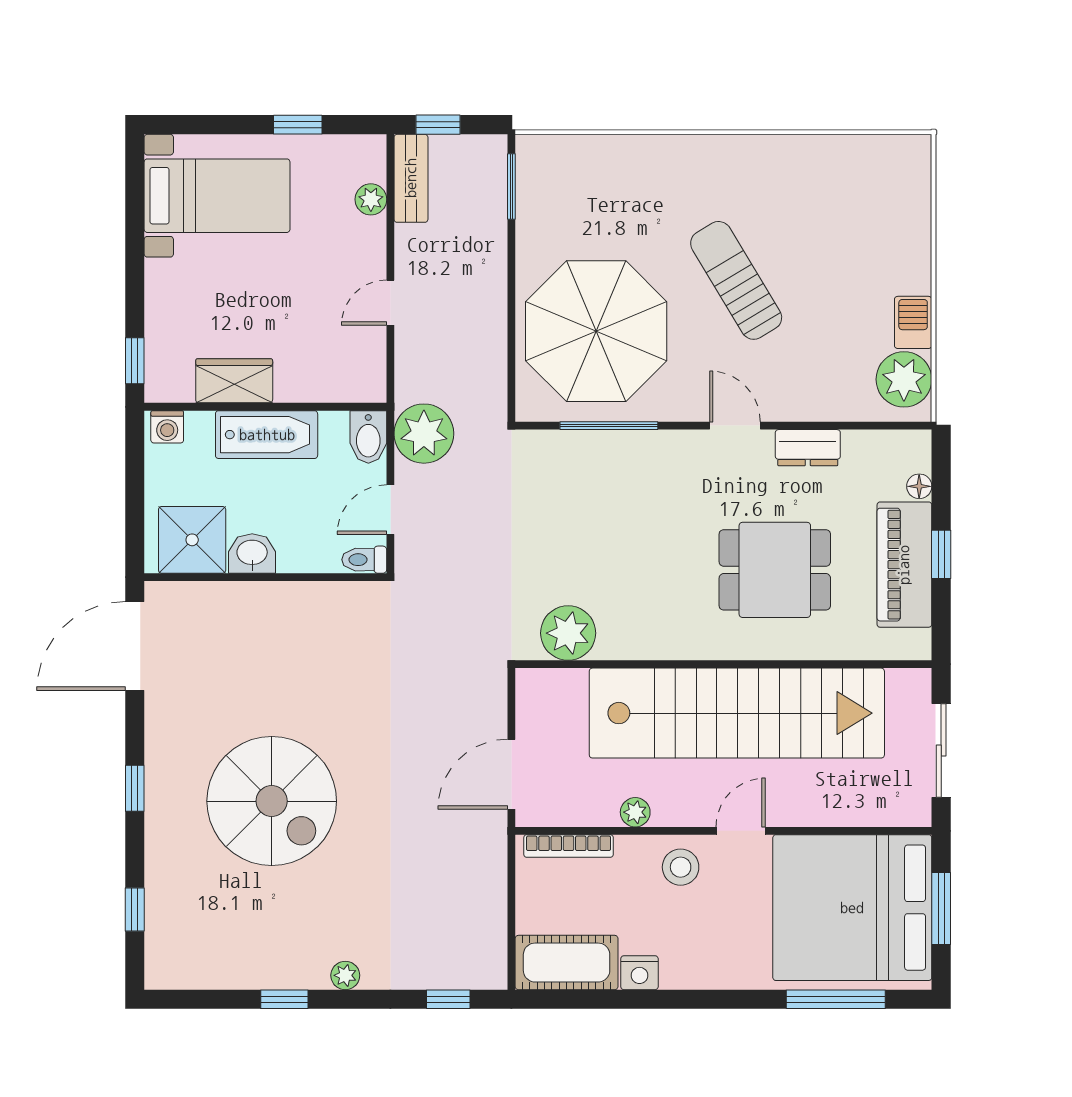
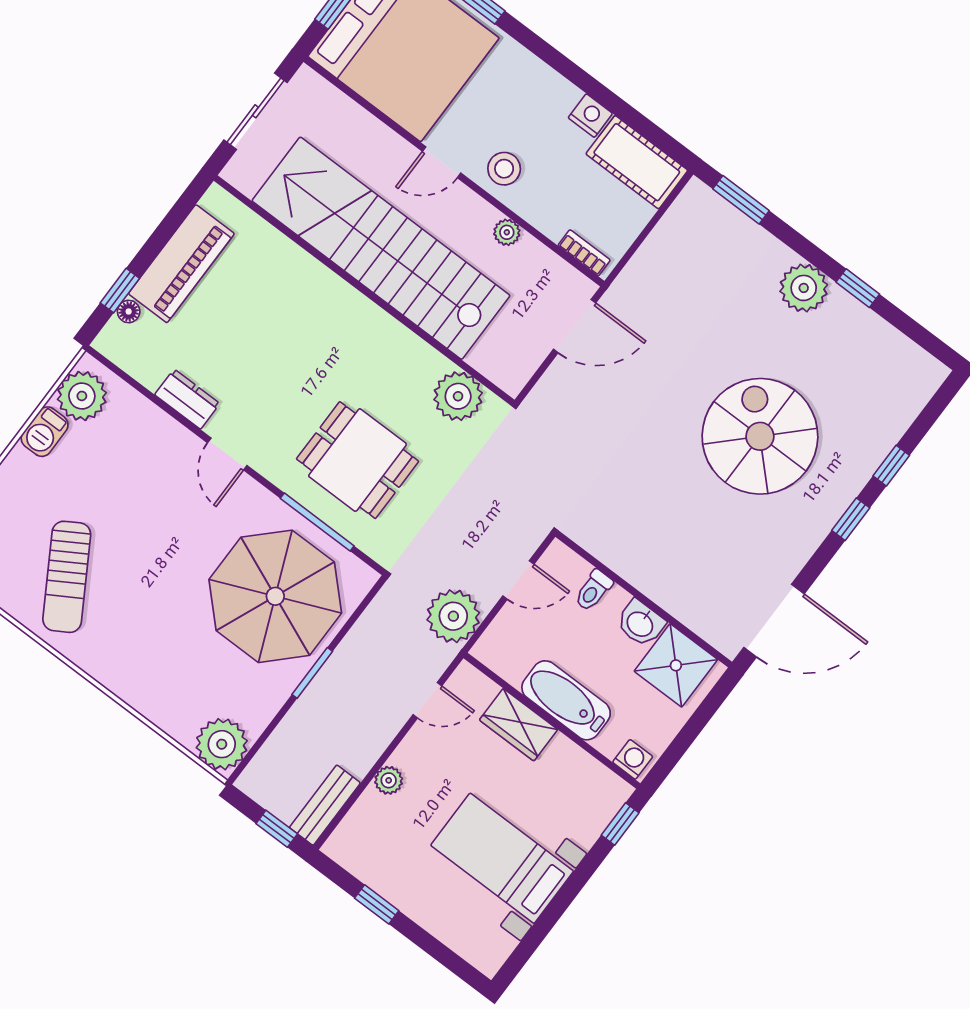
plant: (544, 163) -> (222, 744), added
window: (511, 187) -> (312, 673), moved
bed with nightstands: (217, 196) -> (502, 858), moved
plant: (371, 199) -> (389, 780), moved
sun lounger: (736, 280) -> (67, 577), moved
door: (390, 303) -> (427, 700), moved
wardrobe: (234, 381) -> (519, 725), moved
bidet: (368, 437) -> (495, 644), removed
window: (941, 554) -> (120, 291), moved
toilet: (364, 560) -> (593, 590), moved, turned 90
dining table: (775, 570) -> (358, 460), moved
bookcase: (569, 846) -> (584, 253), width x0.64
window: (135, 910) -> (891, 466), moved
plant: (345, 975) -> (804, 288), width x1.87, depth x1.87
window: (448, 999) -> (741, 200), width x1.50

